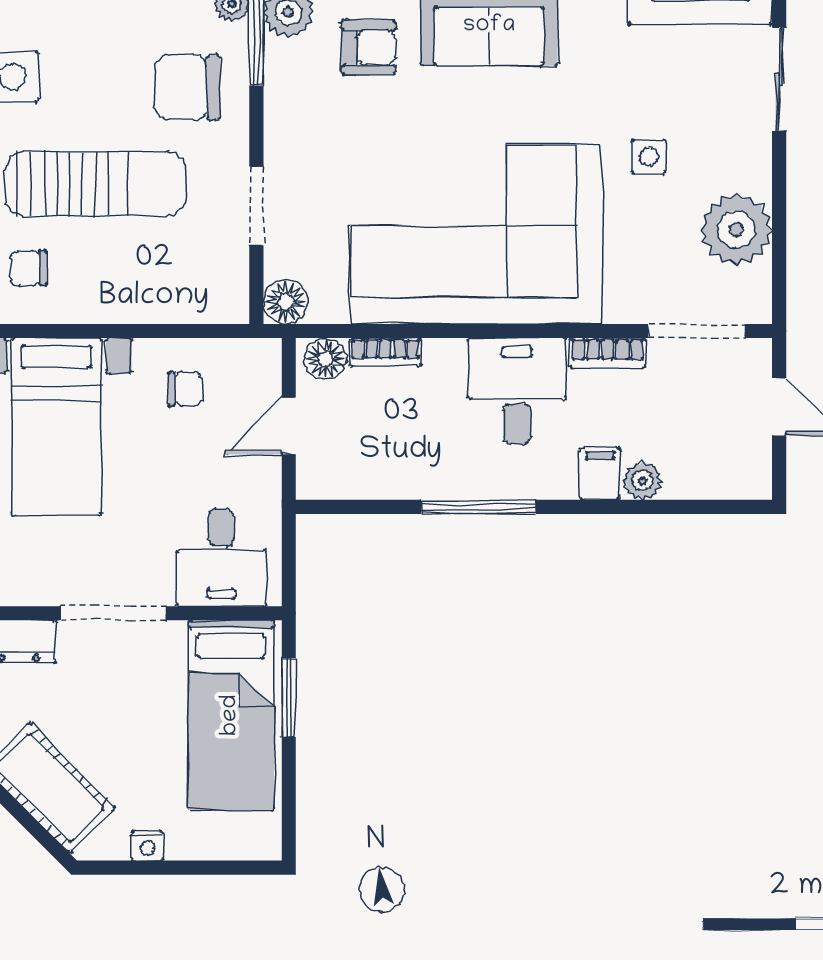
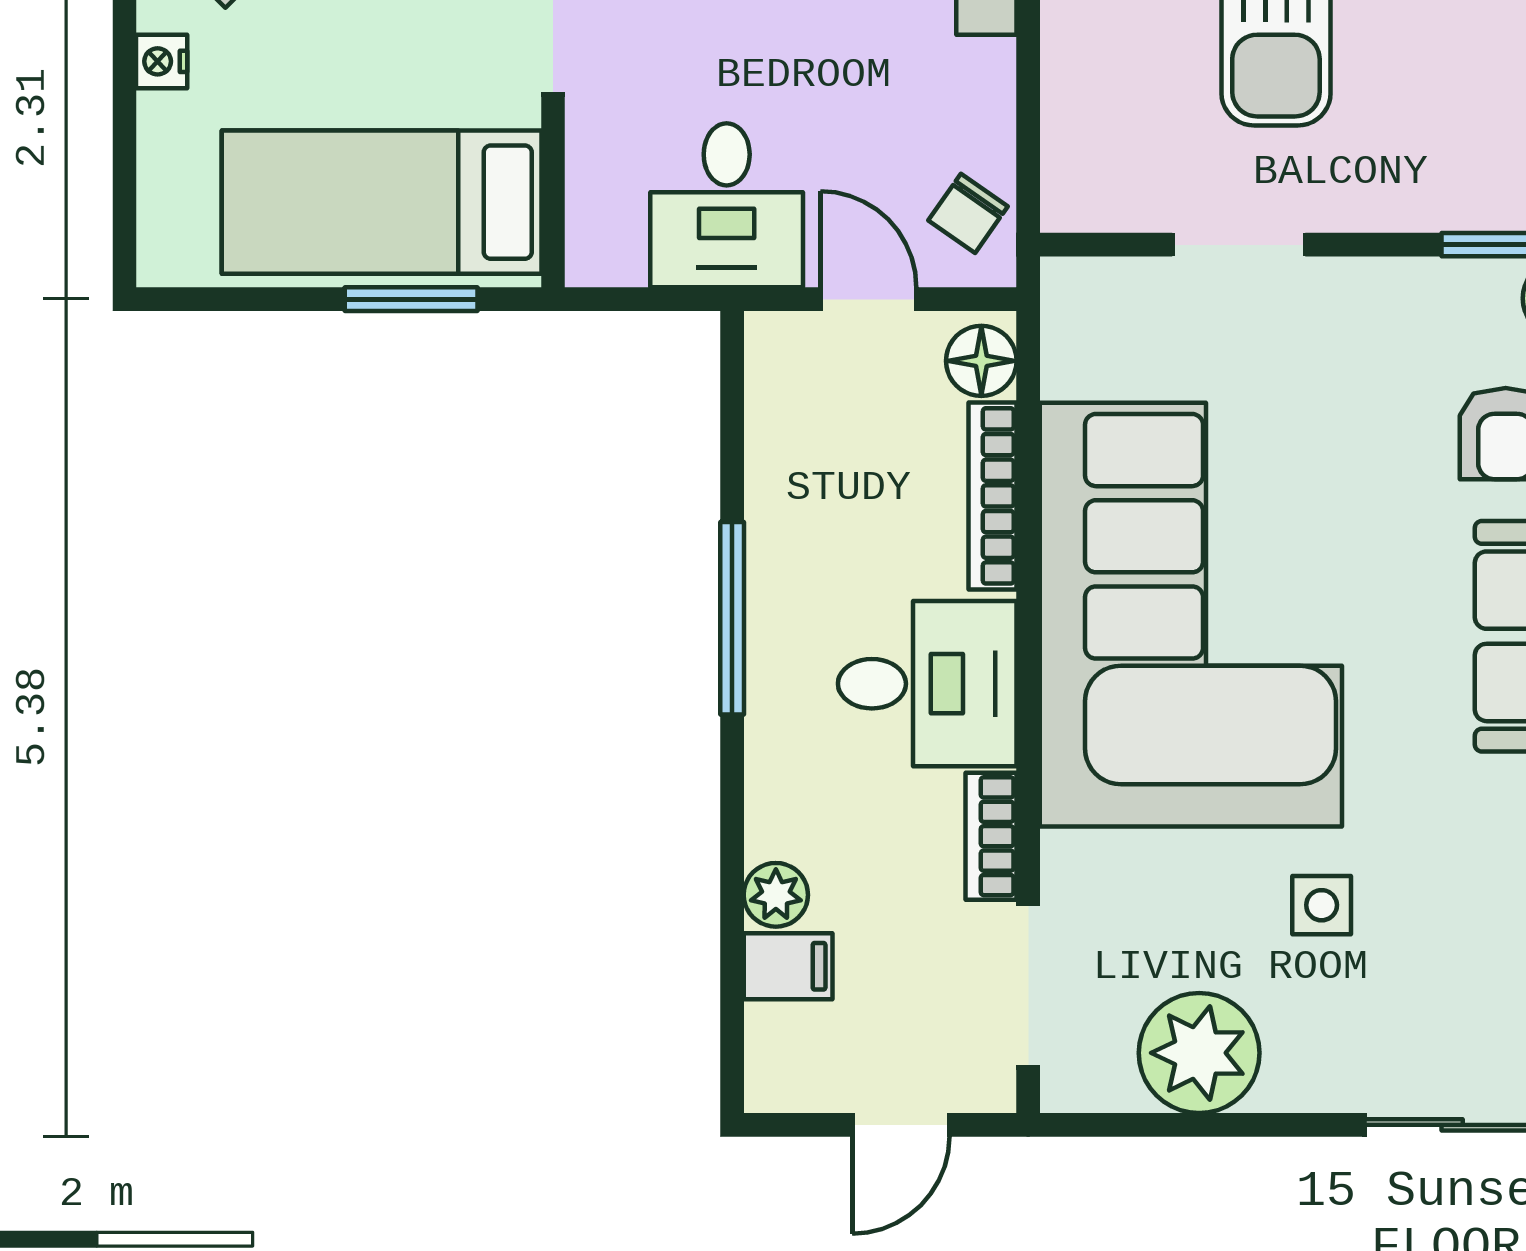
chair: (187, 87) -> (1438, 128), removed
floor lamp: (286, 302) -> (1078, 294), removed
bookcase: (386, 352) -> (992, 496), width x1.56
chair: (185, 389) -> (968, 213), moved, turned 35
filing cabinet: (600, 474) -> (788, 966), moved
desk: (221, 558) -> (727, 205), moved, turned -90

